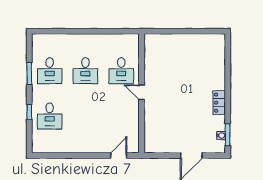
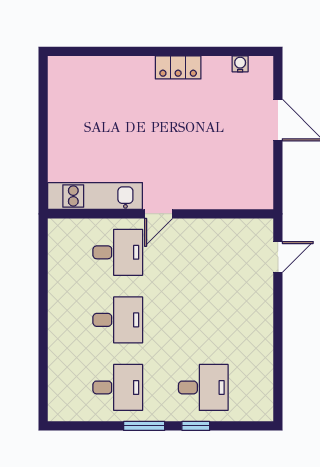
kitchen unit: (151, 59) -> (95, 196), added
window: (29, 74) -> (144, 426), moved
window: (228, 135) -> (239, 51), removed
door: (119, 155) -> (278, 257), swing flipped

